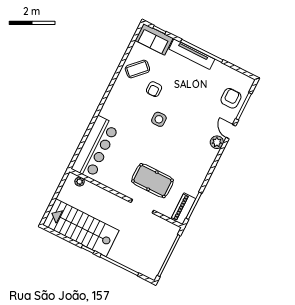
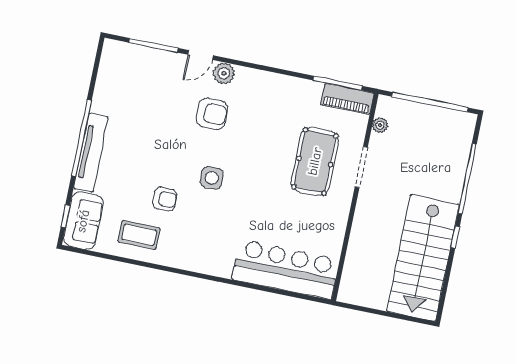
coffee table: (137, 69) -> (139, 235), turned -45
armchair: (231, 98) -> (212, 114), moved, turned 180
plant: (80, 182) -> (380, 125), moved

